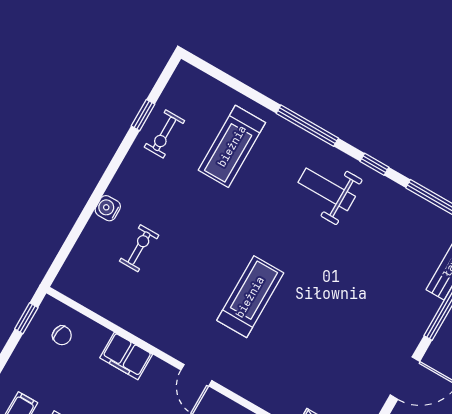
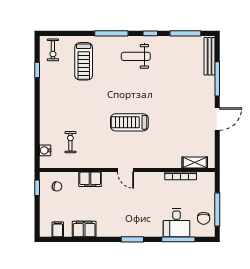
exercise bike: (164, 134) -> (53, 50), moved
water cooler: (108, 208) -> (45, 150), moved
exercise bike: (139, 248) -> (70, 142), moved
treadmill: (250, 297) -> (129, 122), turned -90

